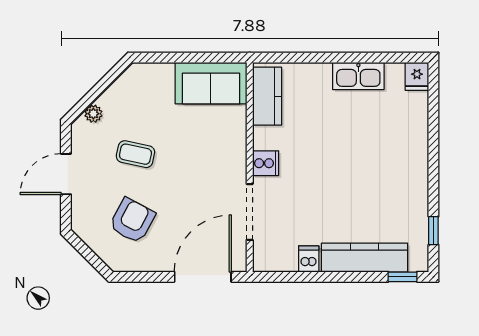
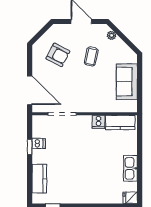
sofa: (211, 83) -> (127, 82), moved
cooker: (266, 163) -> (99, 122), moved
kitchen counter: (364, 258) -> (39, 179), width x0.67
window: (403, 277) -> (30, 147), moved

